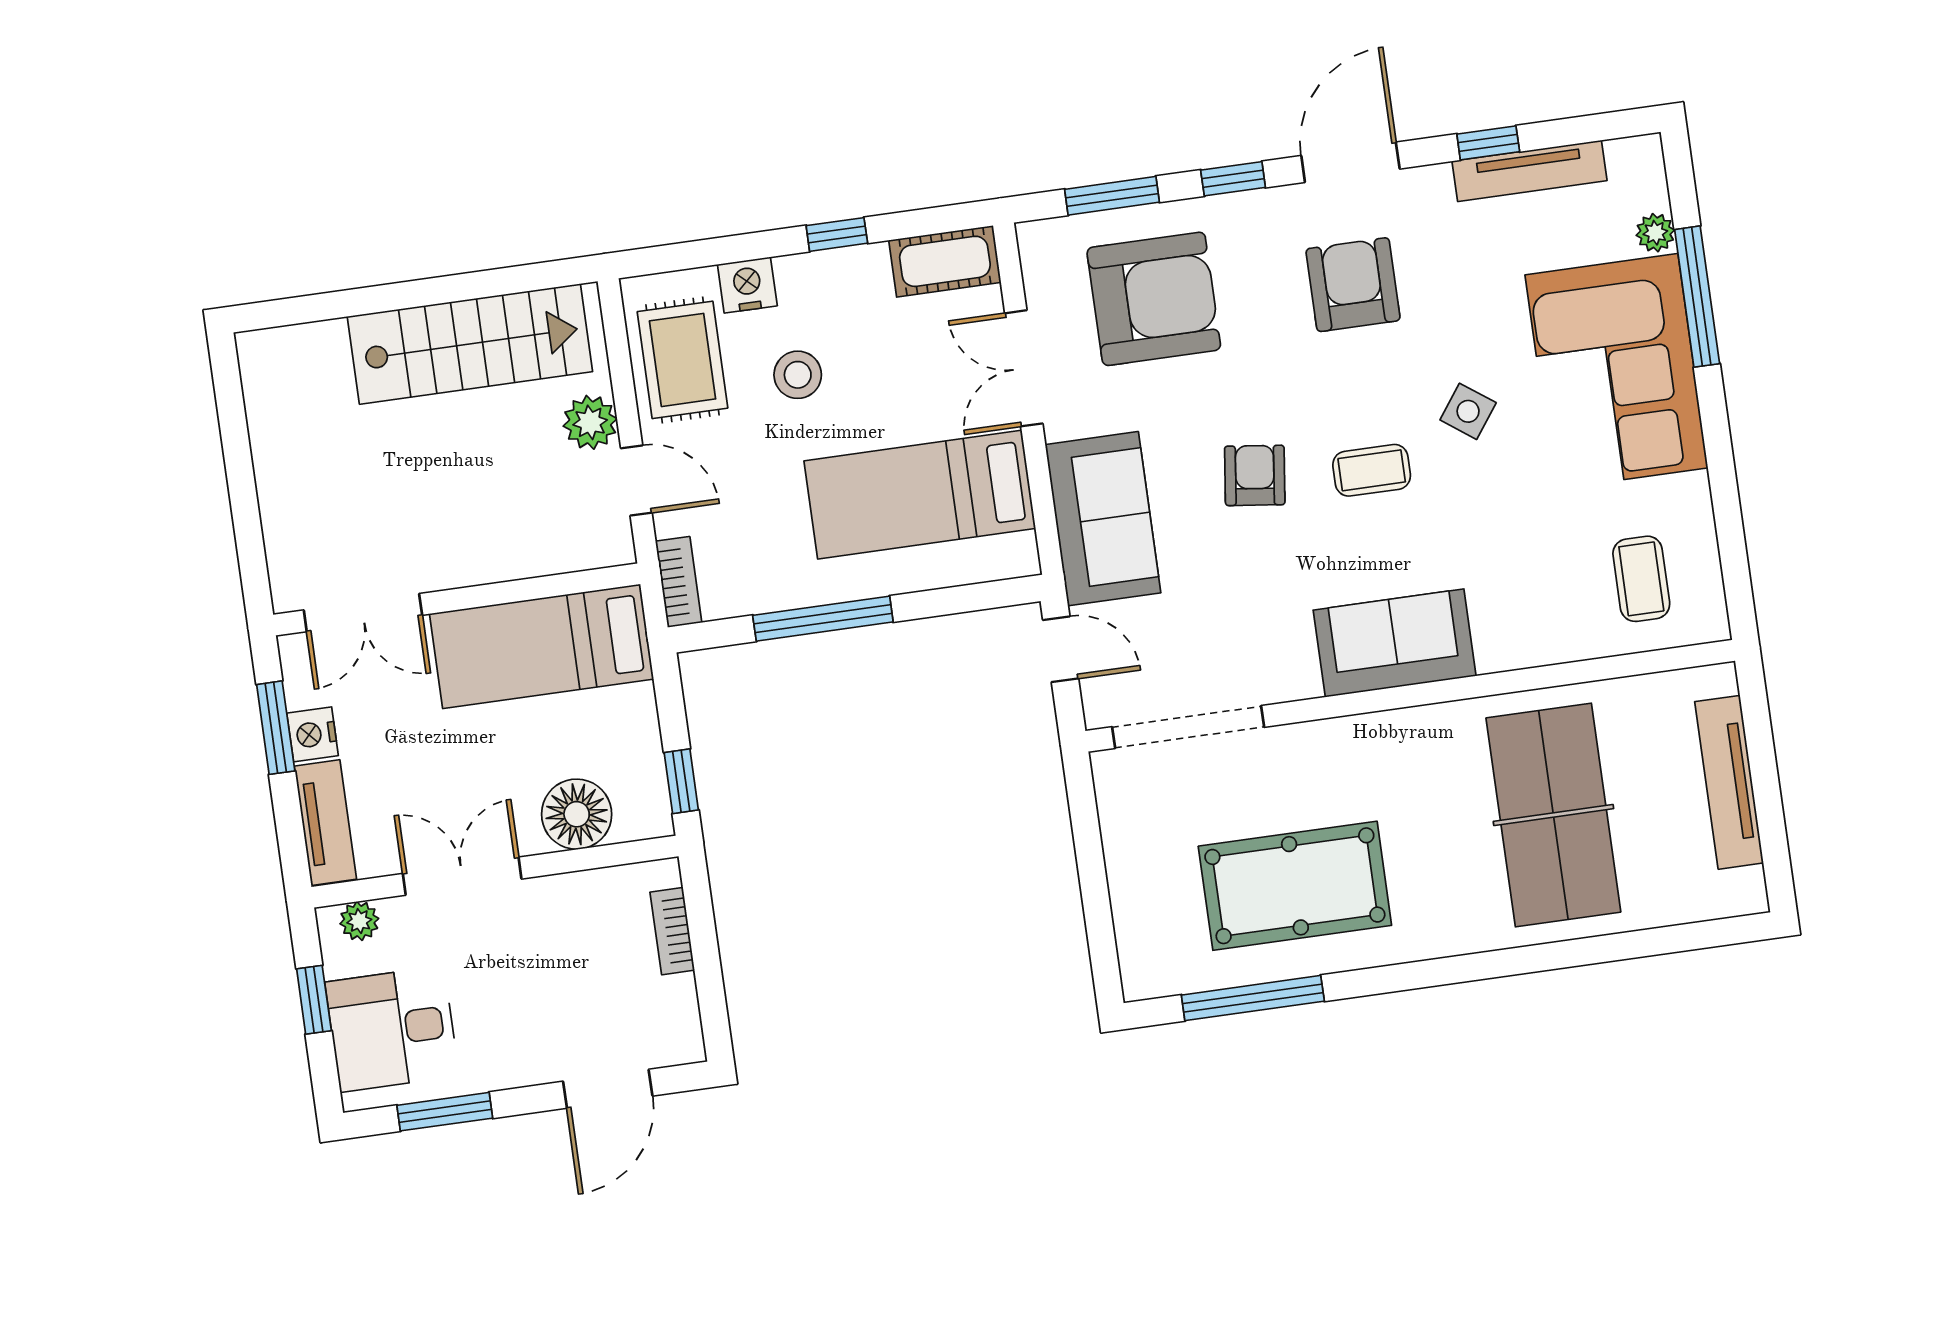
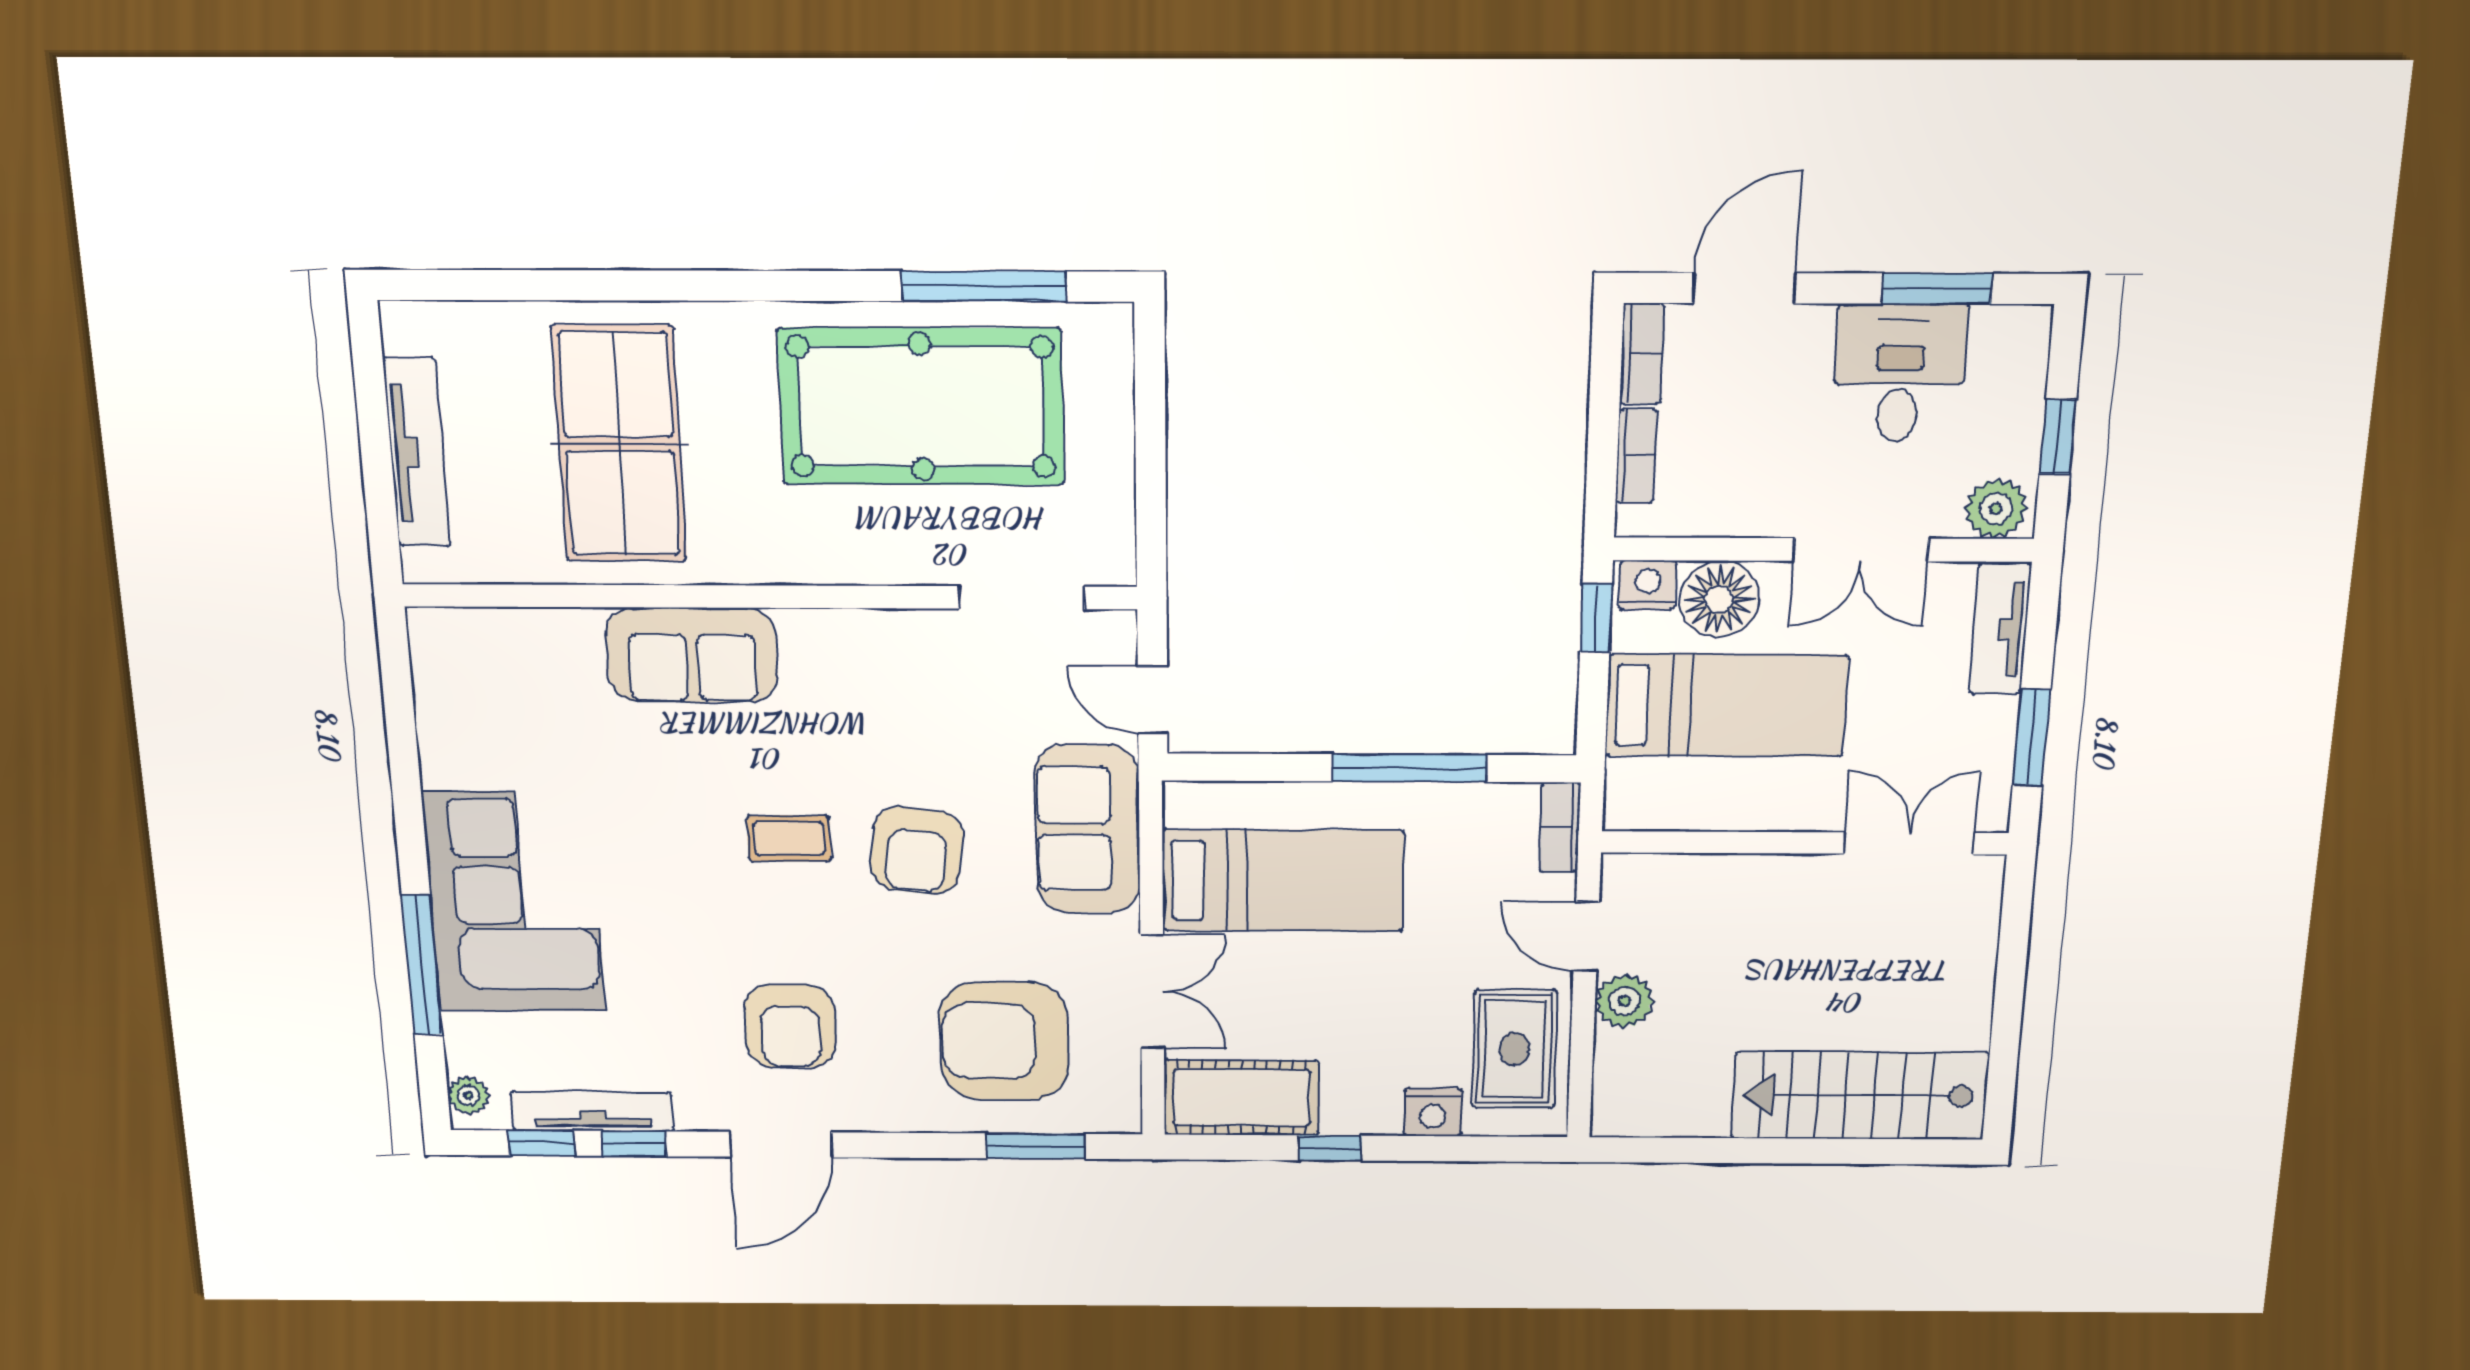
window: (1233, 179) -> (541, 1143), moved
plant: (1655, 233) -> (468, 1095), moved
cot: (945, 261) -> (1241, 1098), width x1.37, depth x1.34
stairs: (470, 344) -> (1860, 1096), moved
stool: (798, 375) -> (1395, 1018), removed
side table: (1468, 411) -> (678, 884), removed
armchair: (1255, 475) -> (917, 851), width x1.38, depth x1.38
coffee table: (1641, 579) -> (502, 685), removed
sofa: (1395, 643) -> (692, 655), moved
bed: (542, 646) -> (1726, 705), moved
doorway: (1188, 727) -> (1022, 598), width x0.73
nightstand: (313, 734) -> (1647, 585), moved, turned -90
pool table: (1295, 886) -> (921, 407), width x1.36, depth x1.32
plant: (359, 921) -> (1996, 509), width x1.38, depth x1.38
bookcase: (684, 1020) -> (1642, 354), added
desk: (392, 1029) -> (1900, 373), moved, turned -90

